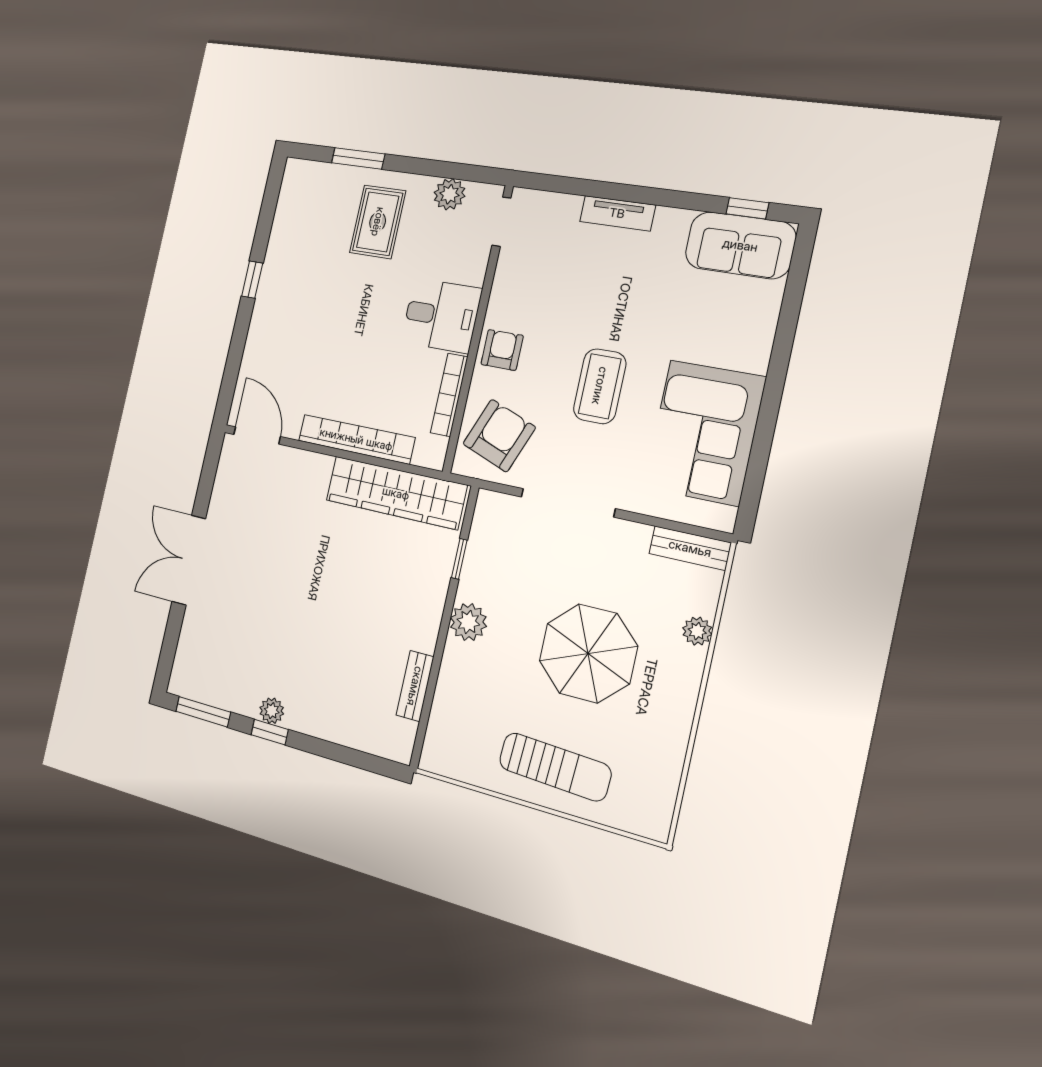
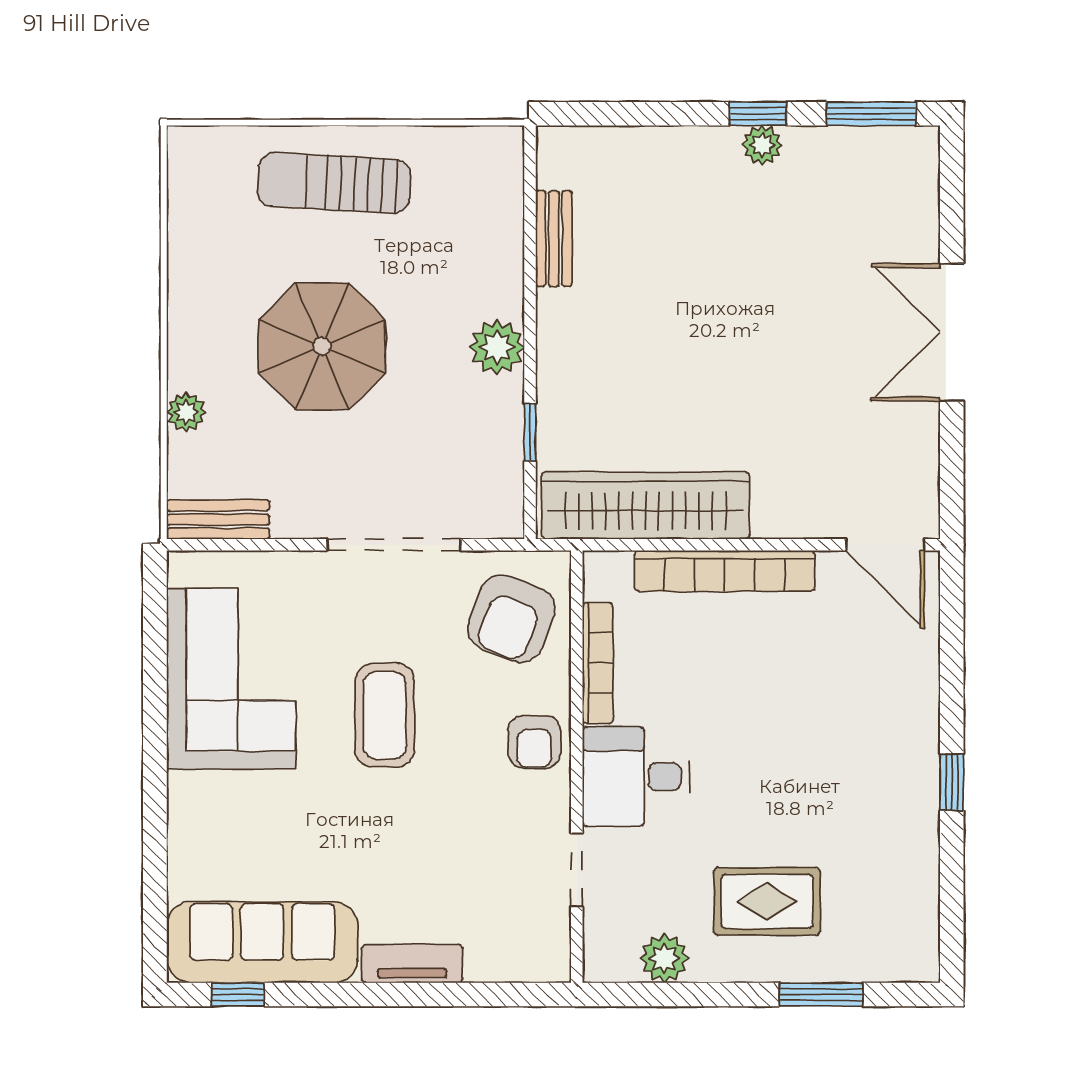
rug: (378, 222) -> (767, 901), turned 90
doorway: (501, 222) -> (577, 870), moved
sofa: (740, 245) -> (262, 942), width x1.36
double door: (189, 560) -> (952, 332), swing flipped

